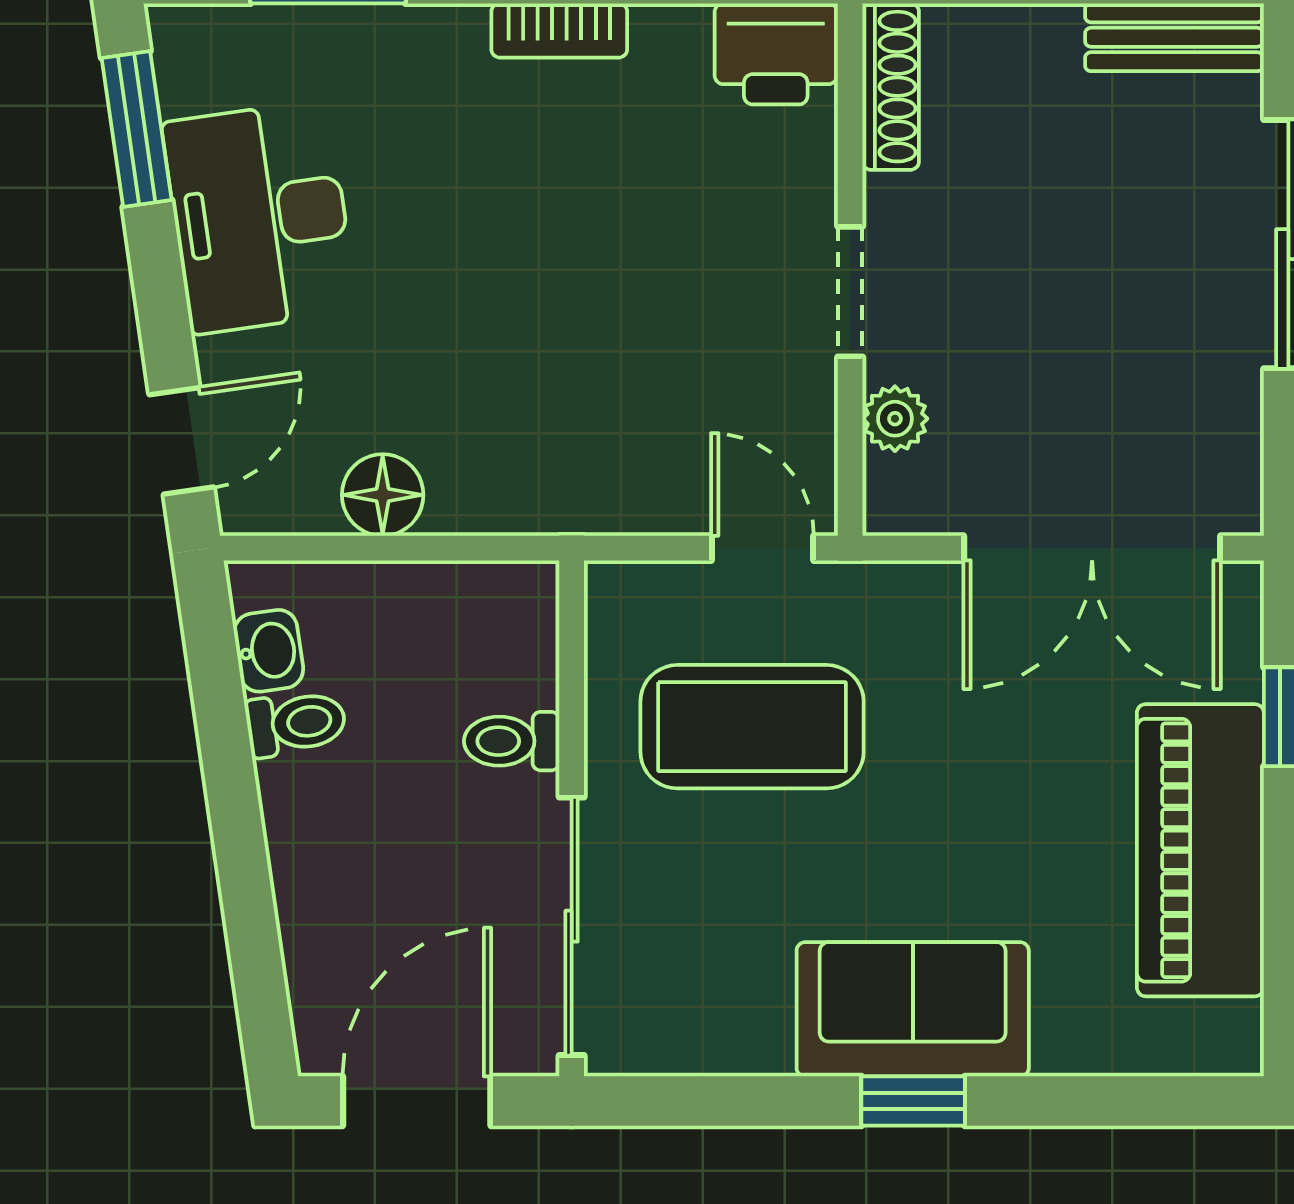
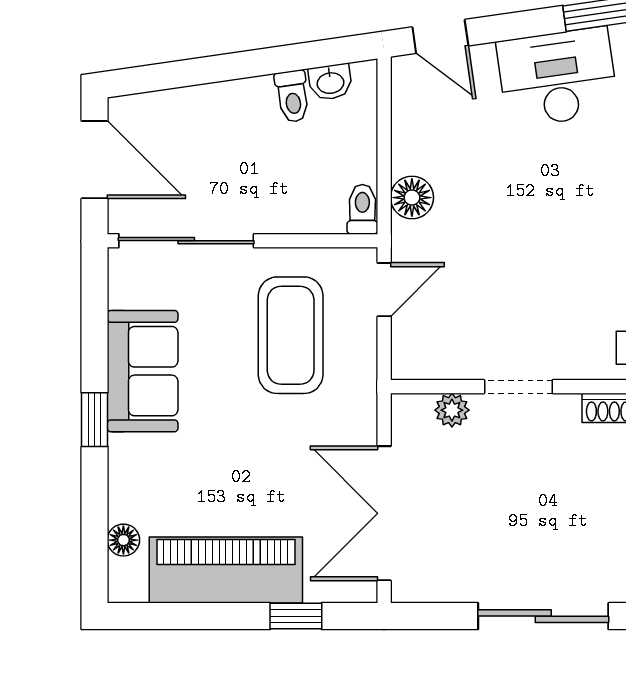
floor lamp: (383, 495) -> (412, 198), moved
door: (762, 548) -> (384, 290), moved
toilet: (512, 741) -> (362, 209), moved
sofa: (913, 1009) -> (143, 371), moved
floor lamp: (1143, 1046) -> (123, 540), added

